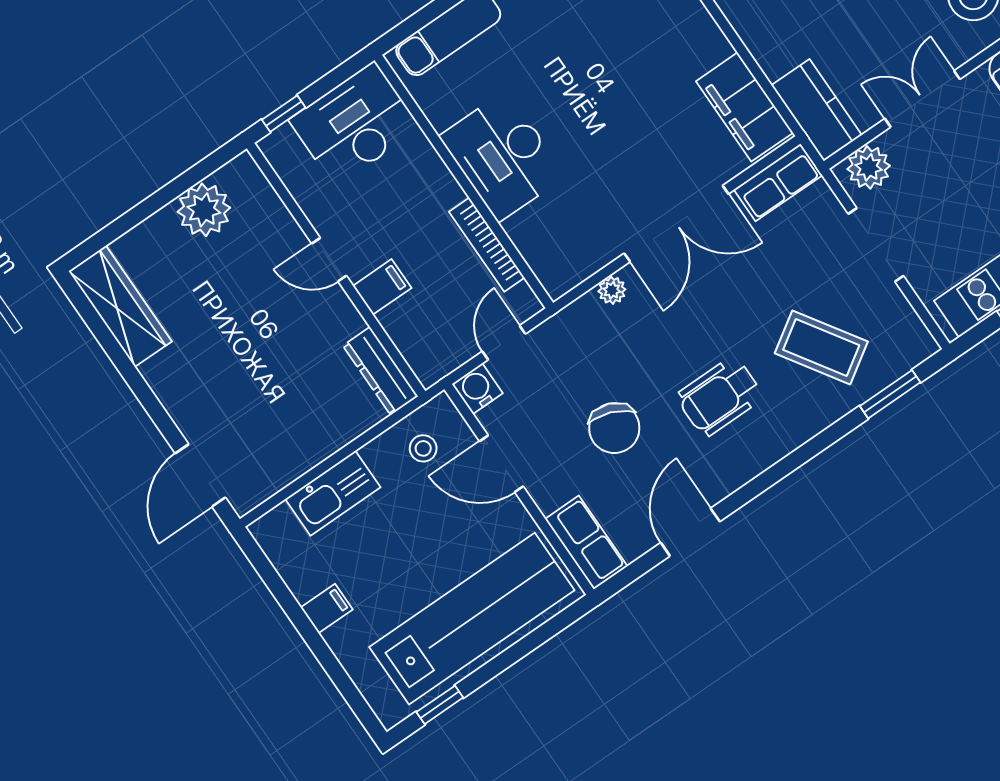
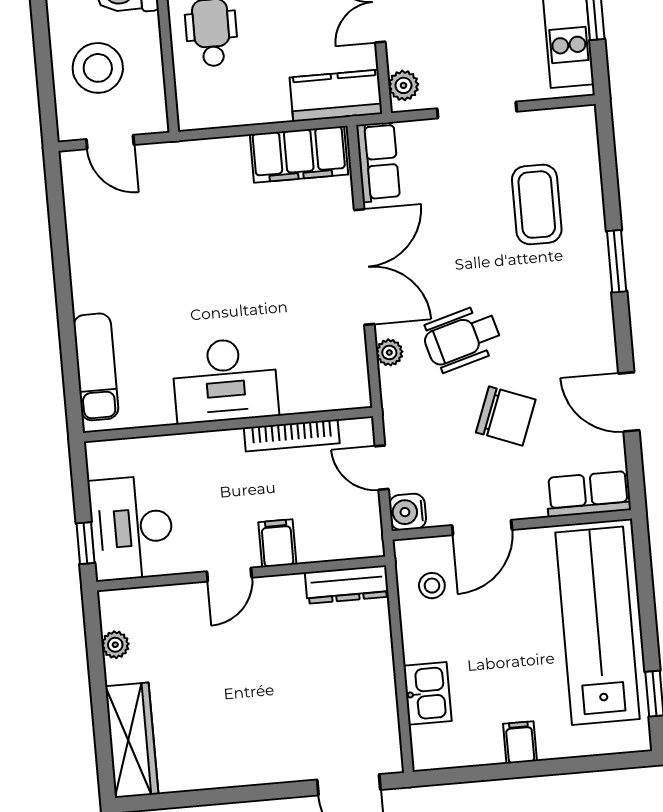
desk: (355, 124) -> (131, 528), moved
plant: (869, 167) -> (403, 85), width x0.73, depth x0.73
plant: (204, 210) -> (115, 645), width x0.53, depth x0.53
wardrobe: (120, 306) -> (132, 740), moved, turned 90
coffee table: (821, 347) -> (537, 205), turned -57
window: (890, 394) -> (617, 261), moved
wheelchair: (720, 396) -> (462, 338), moved, turned 74
kitchen sink: (333, 493) -> (427, 693), width x0.73

